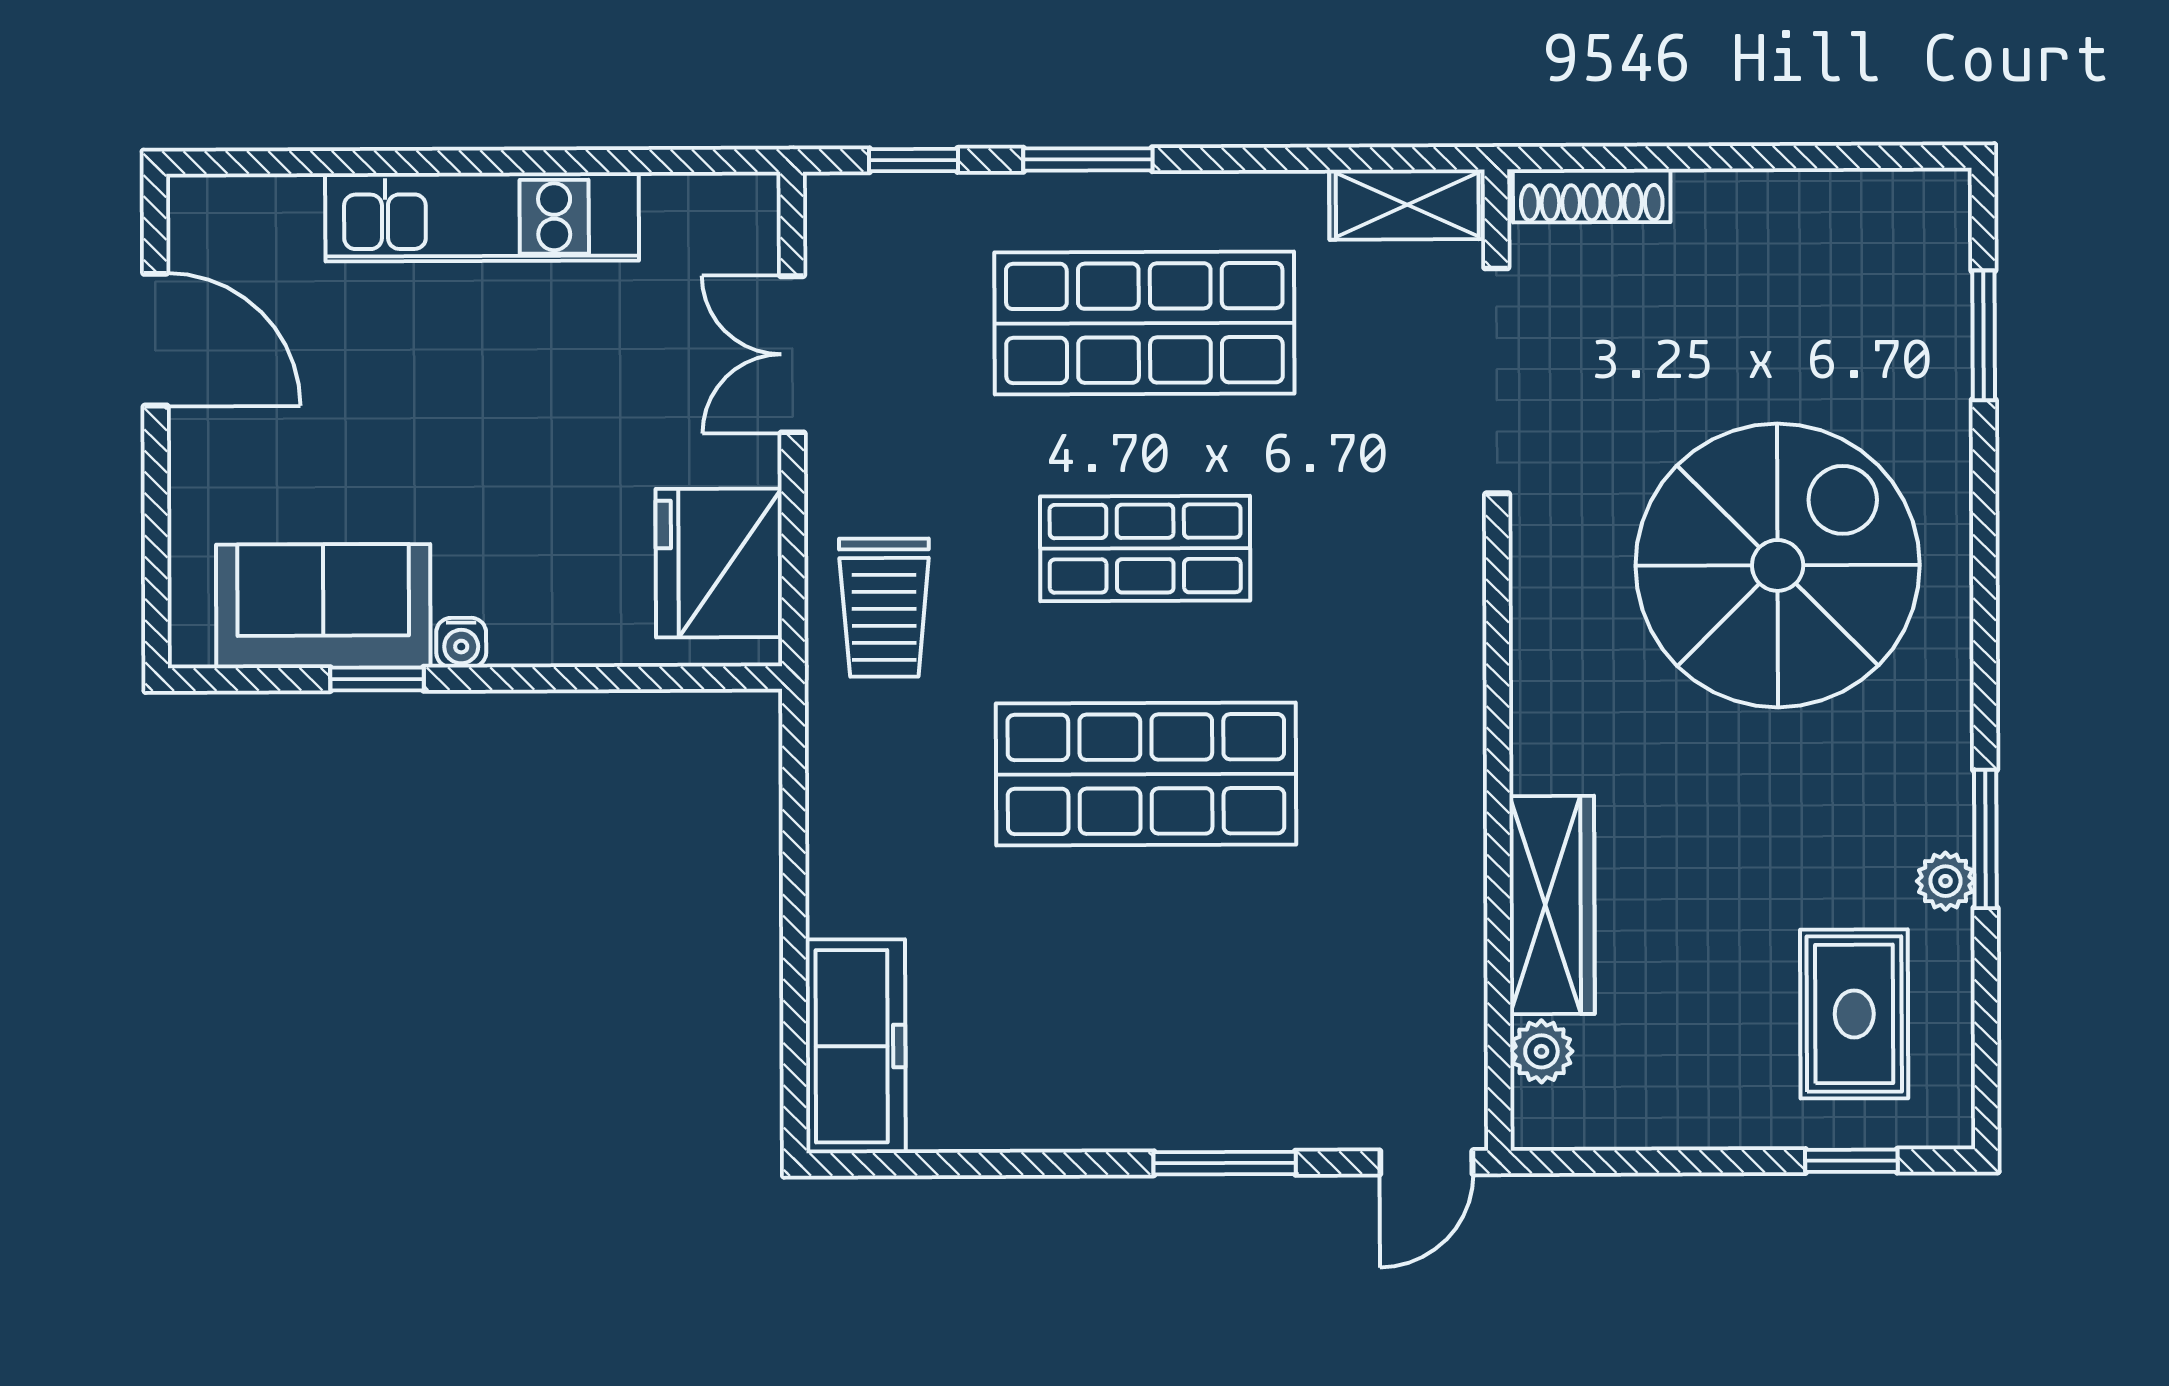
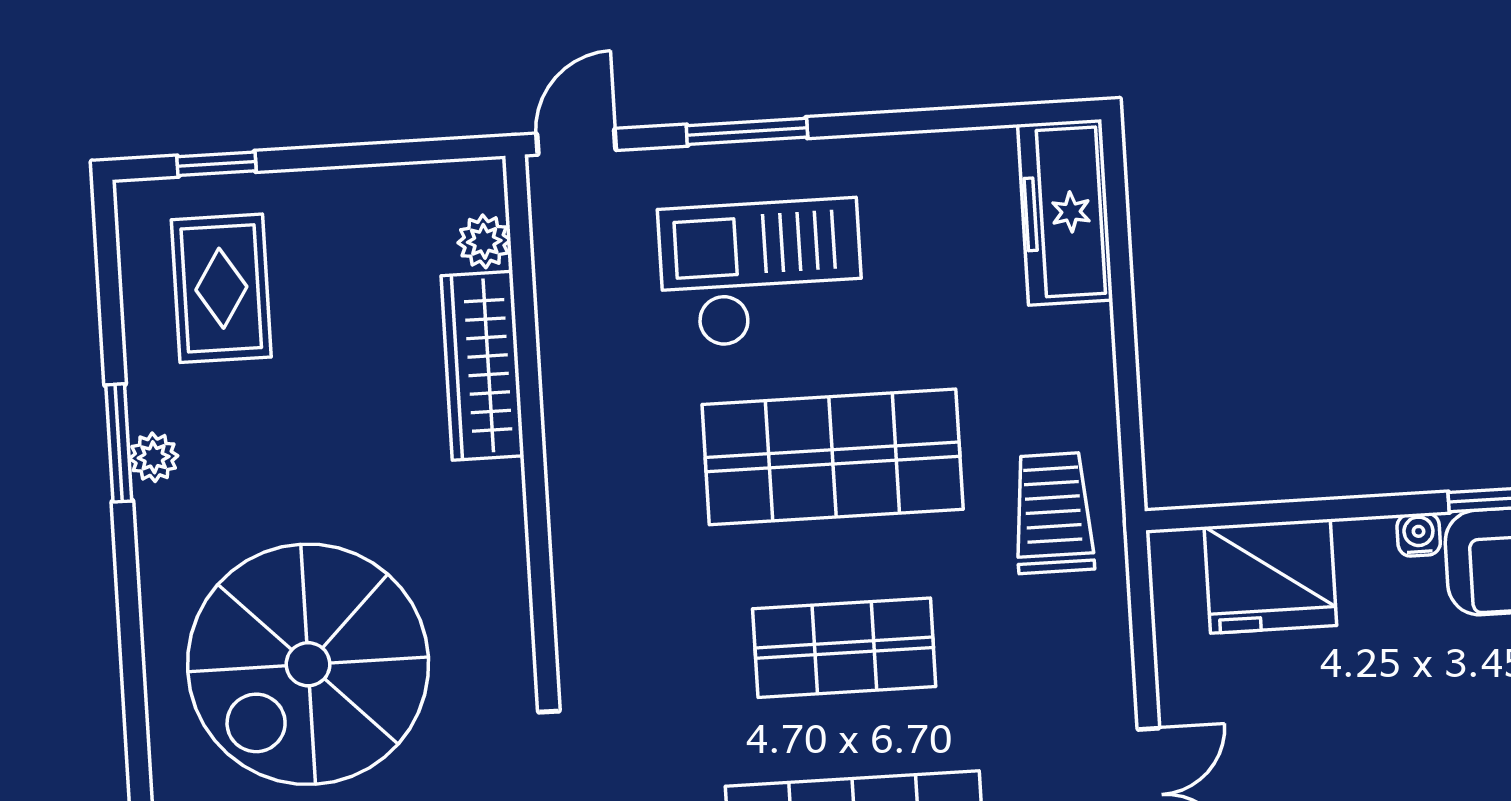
fridge: (719, 563) -> (1270, 576), moved, turned 90
trolley: (884, 608) -> (1053, 513), moved
plant: (1945, 881) -> (154, 457), moved
checkout: (1218, 995) -> (761, 273), added

